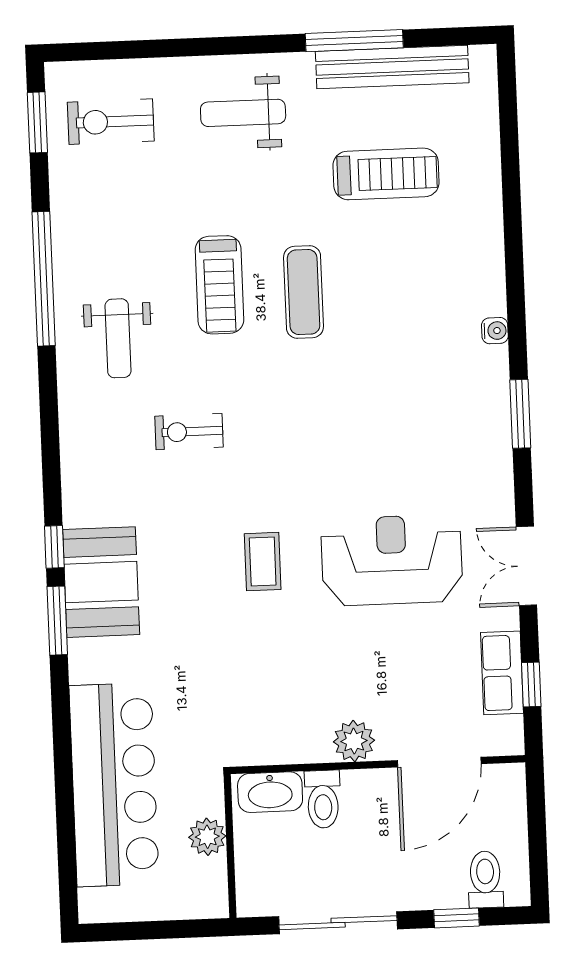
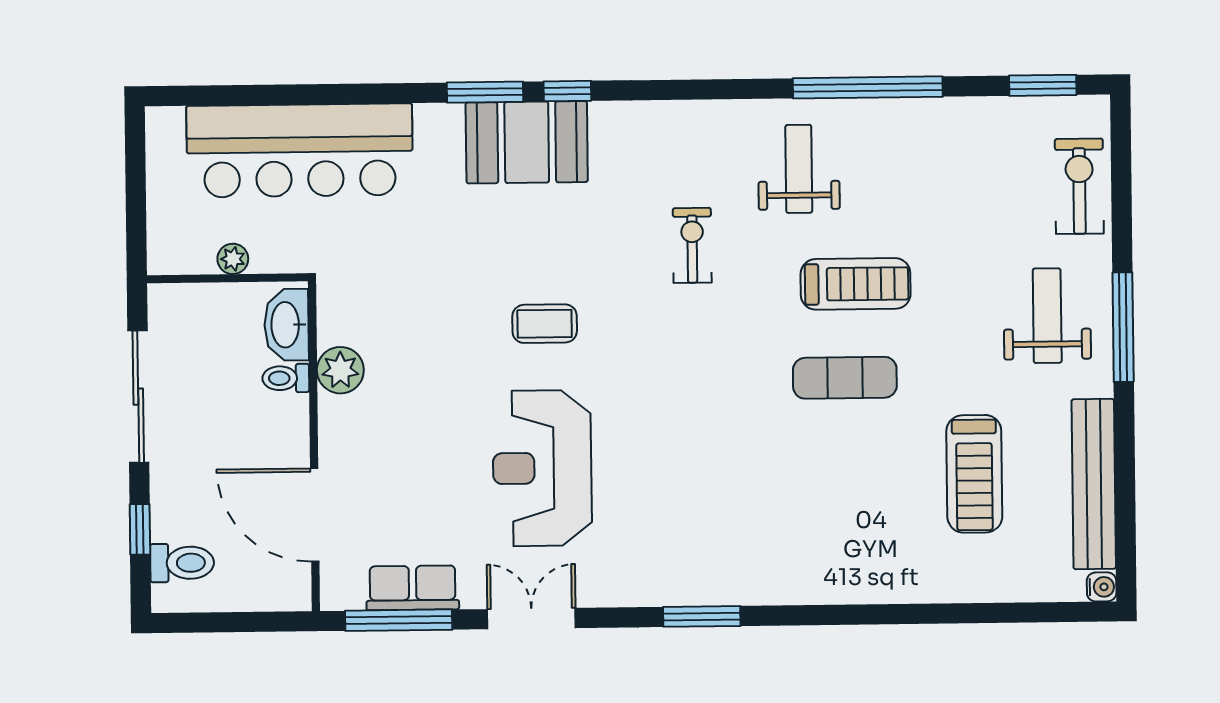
window: (354, 41) -> (1123, 327), moved
exercise bike: (111, 122) -> (1079, 186), moved
treadmill: (219, 285) -> (856, 284), turned 180
water cooler: (495, 331) -> (1102, 587), moved, turned -90
weight bench: (118, 338) -> (799, 169), turned 90
reception desk: (392, 560) -> (542, 468), turned 180
window: (531, 685) -> (399, 620), width x2.17
plant: (354, 741) -> (340, 370), moved
toilet: (323, 799) -> (286, 378), width x0.73, depth x0.72
plant: (207, 837) -> (233, 259), width x0.73, depth x0.73

